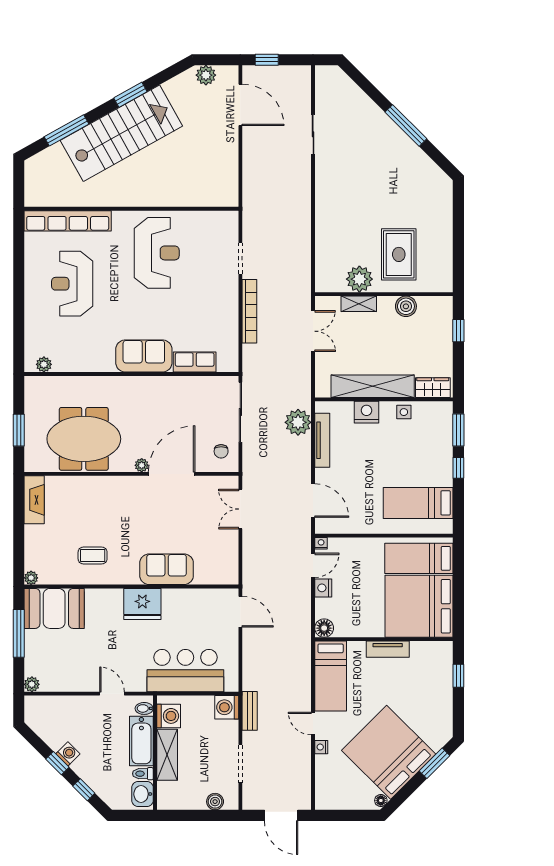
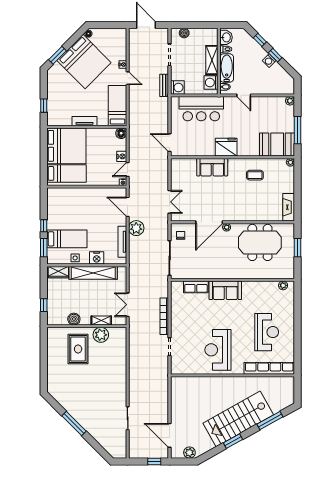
plant: (298, 422) -> (136, 228), moved
bed: (418, 503) -> (67, 239), moved

